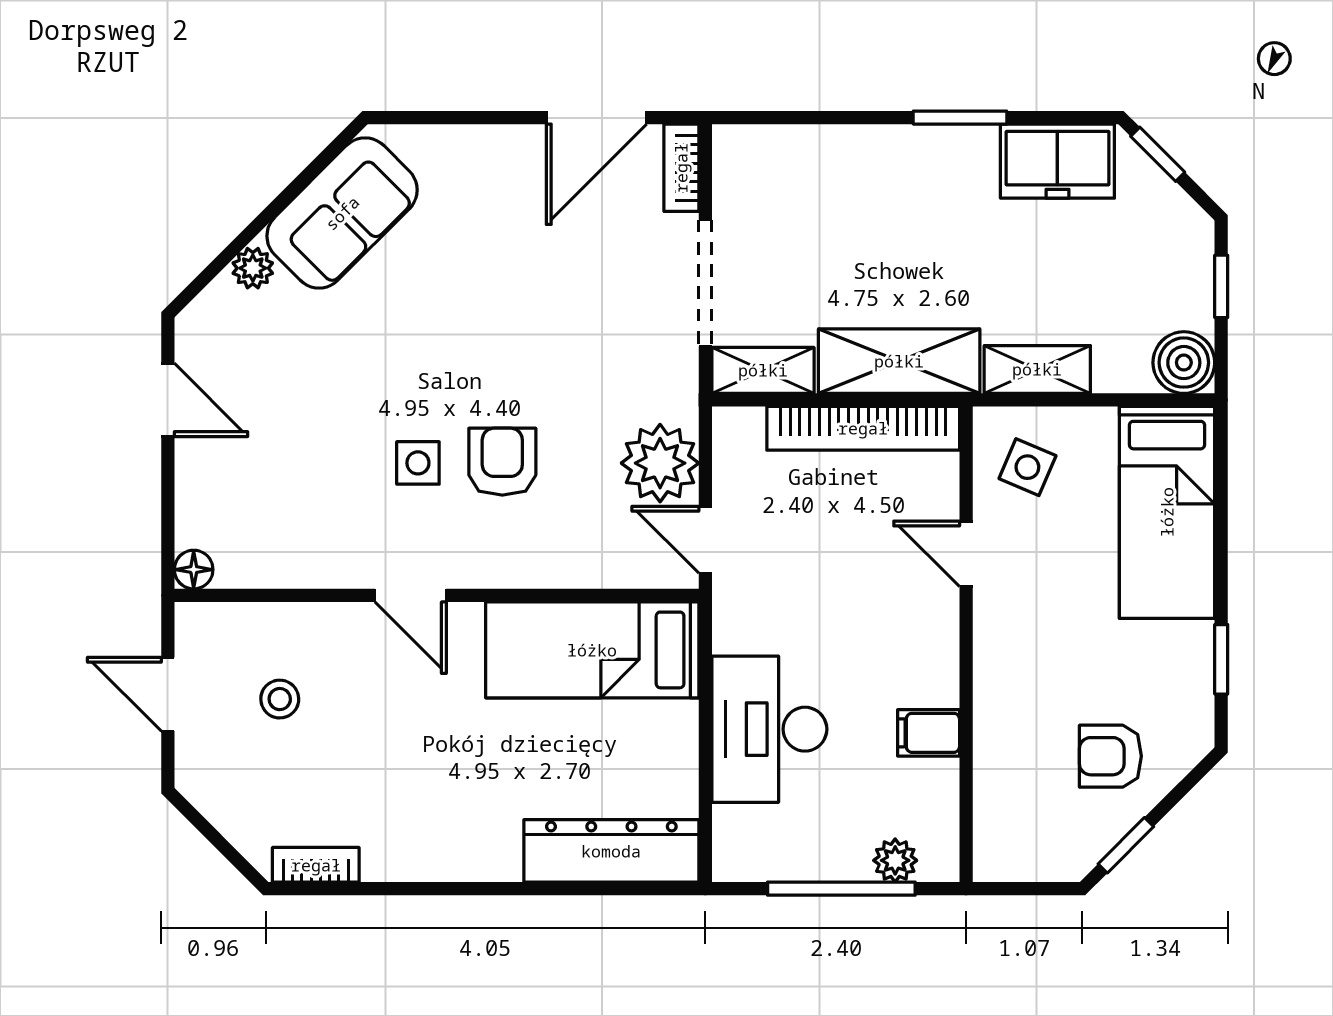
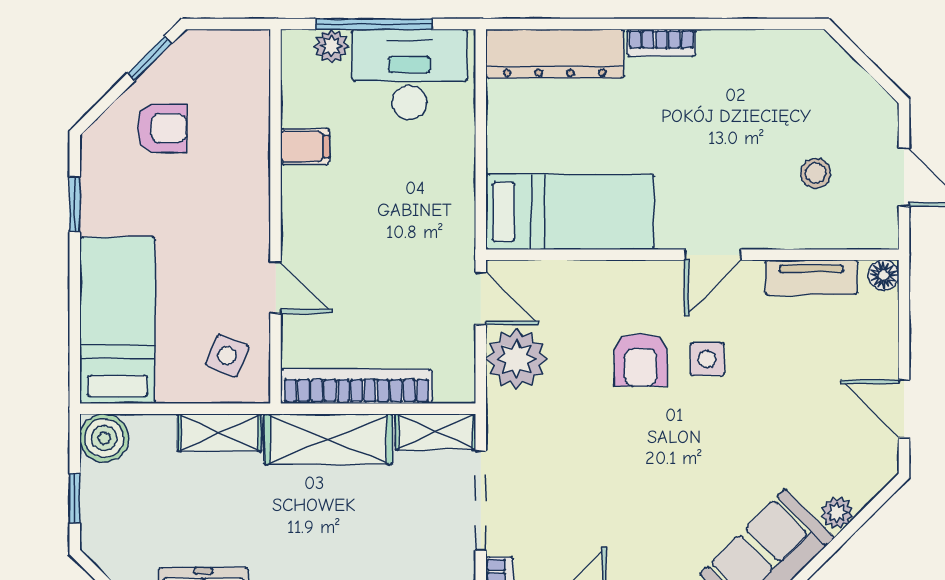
tv unit: (285, 567) -> (811, 277), added
door: (411, 595) -> (713, 255), swing flipped
desk: (769, 729) -> (409, 74), moved, turned -90
bookcase: (316, 865) -> (661, 43), moved

